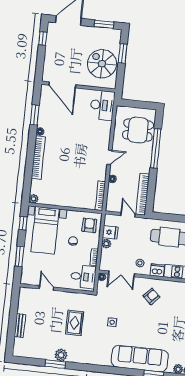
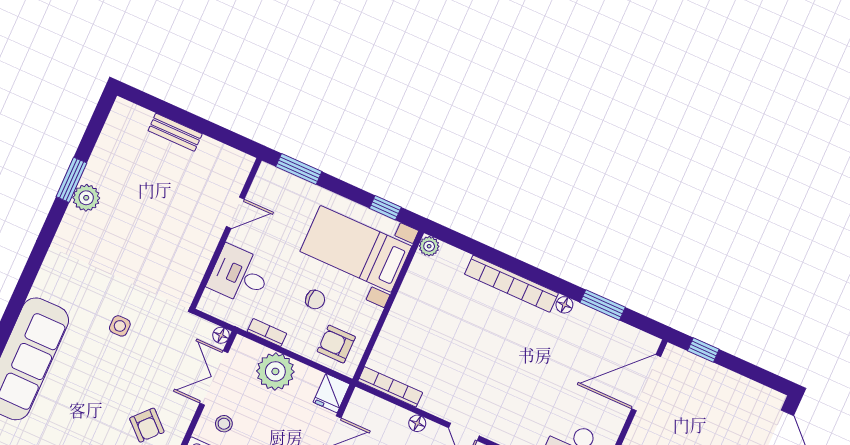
window: (43, 38) -> (703, 350), moved
armchair: (89, 225) -> (336, 344), turned 180
fridge: (110, 232) -> (331, 393), moved
plant: (106, 244) -> (275, 371), width x1.88, depth x1.88
window: (19, 256) -> (299, 169), moved
desk: (83, 277) -> (239, 275), moved, turned 90
rug: (75, 323) -> (144, 248), removed

